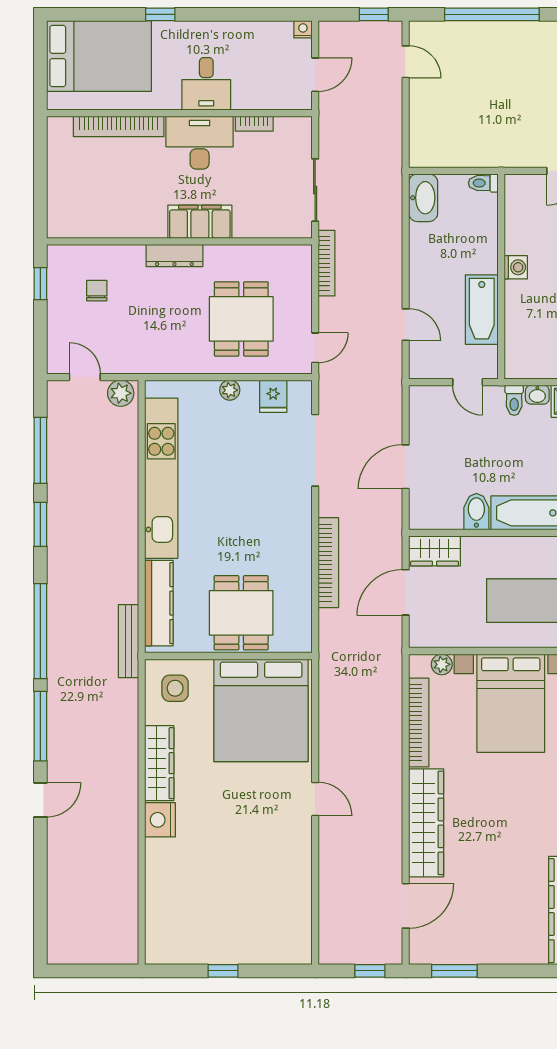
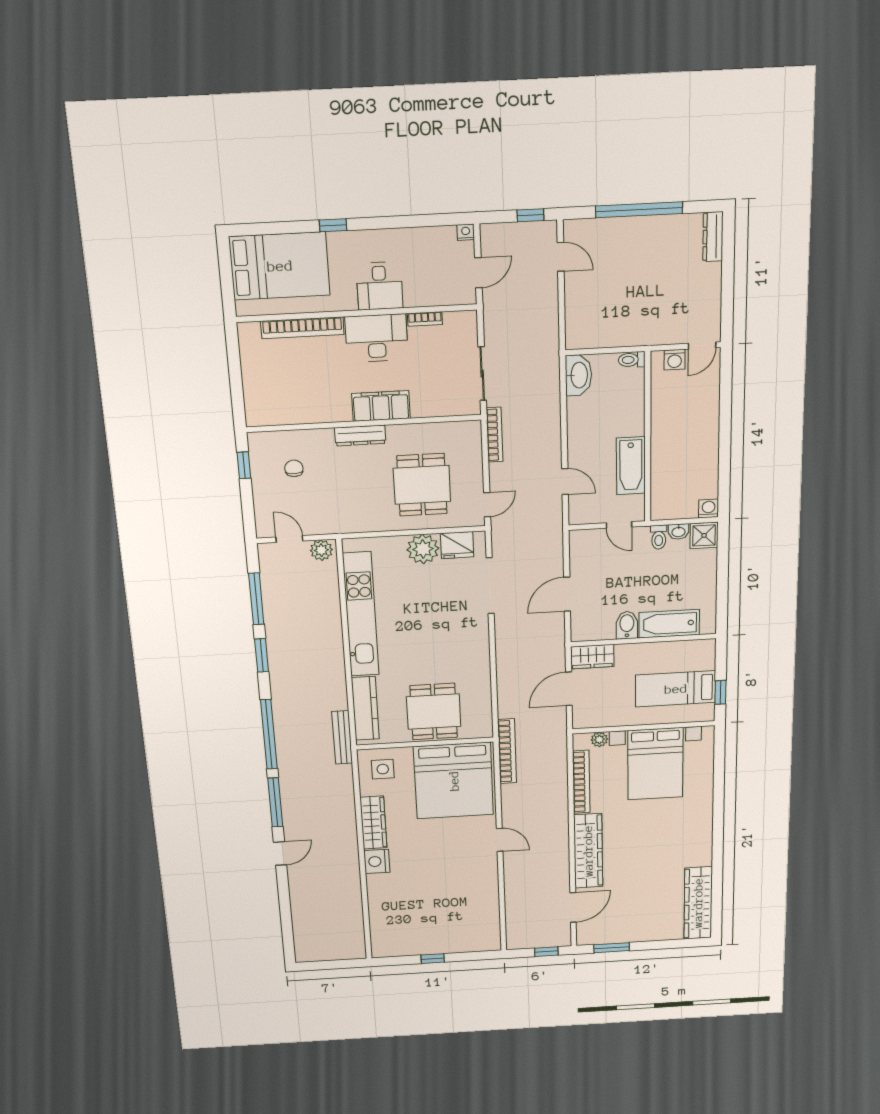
washing machine: (516, 267) -> (675, 360), moved, turned 90
plant: (230, 390) -> (423, 549), width x1.88, depth x1.88
fridge: (273, 396) -> (457, 545), width x1.38
bookcase: (328, 563) -> (507, 751), moved

